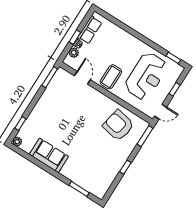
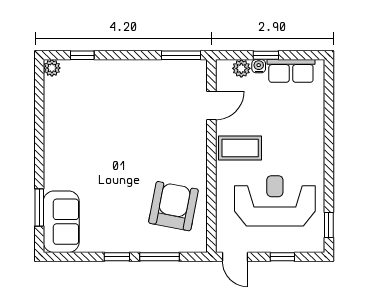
reception desk: (146, 76) -> (275, 201), turned 180
window: (145, 136) -> (160, 257), moved
sofa: (49, 155) -> (61, 222), moved

